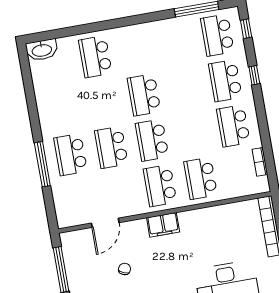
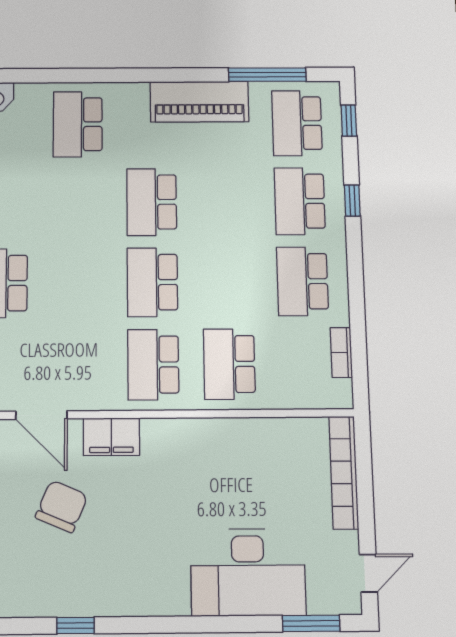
piano: (161, 32) -> (199, 102), added
school desk: (111, 147) -> (77, 283), removed
door: (105, 223) -> (41, 415), hinge flipped
filing cabinet: (163, 225) -> (111, 437), moved
chair: (125, 269) -> (62, 506), width x1.87, depth x1.87

